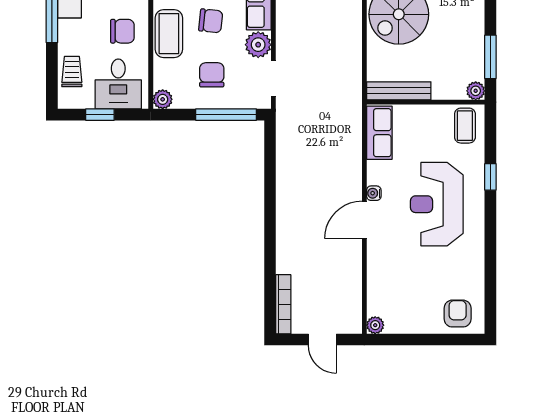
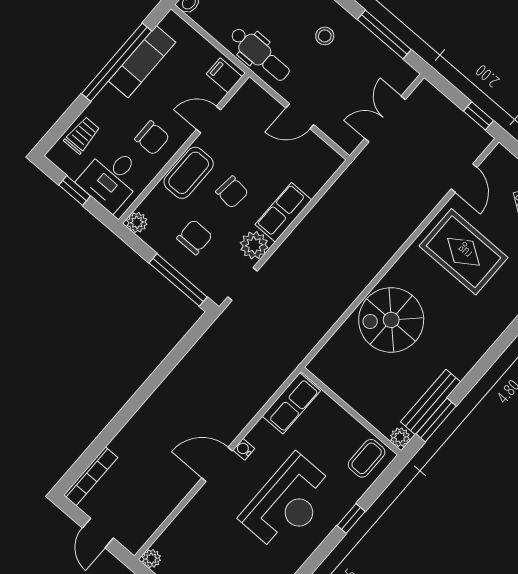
bench: (399, 91) -> (431, 402), moved, turned 90
reception desk: (437, 204) -> (288, 503), turned 180

